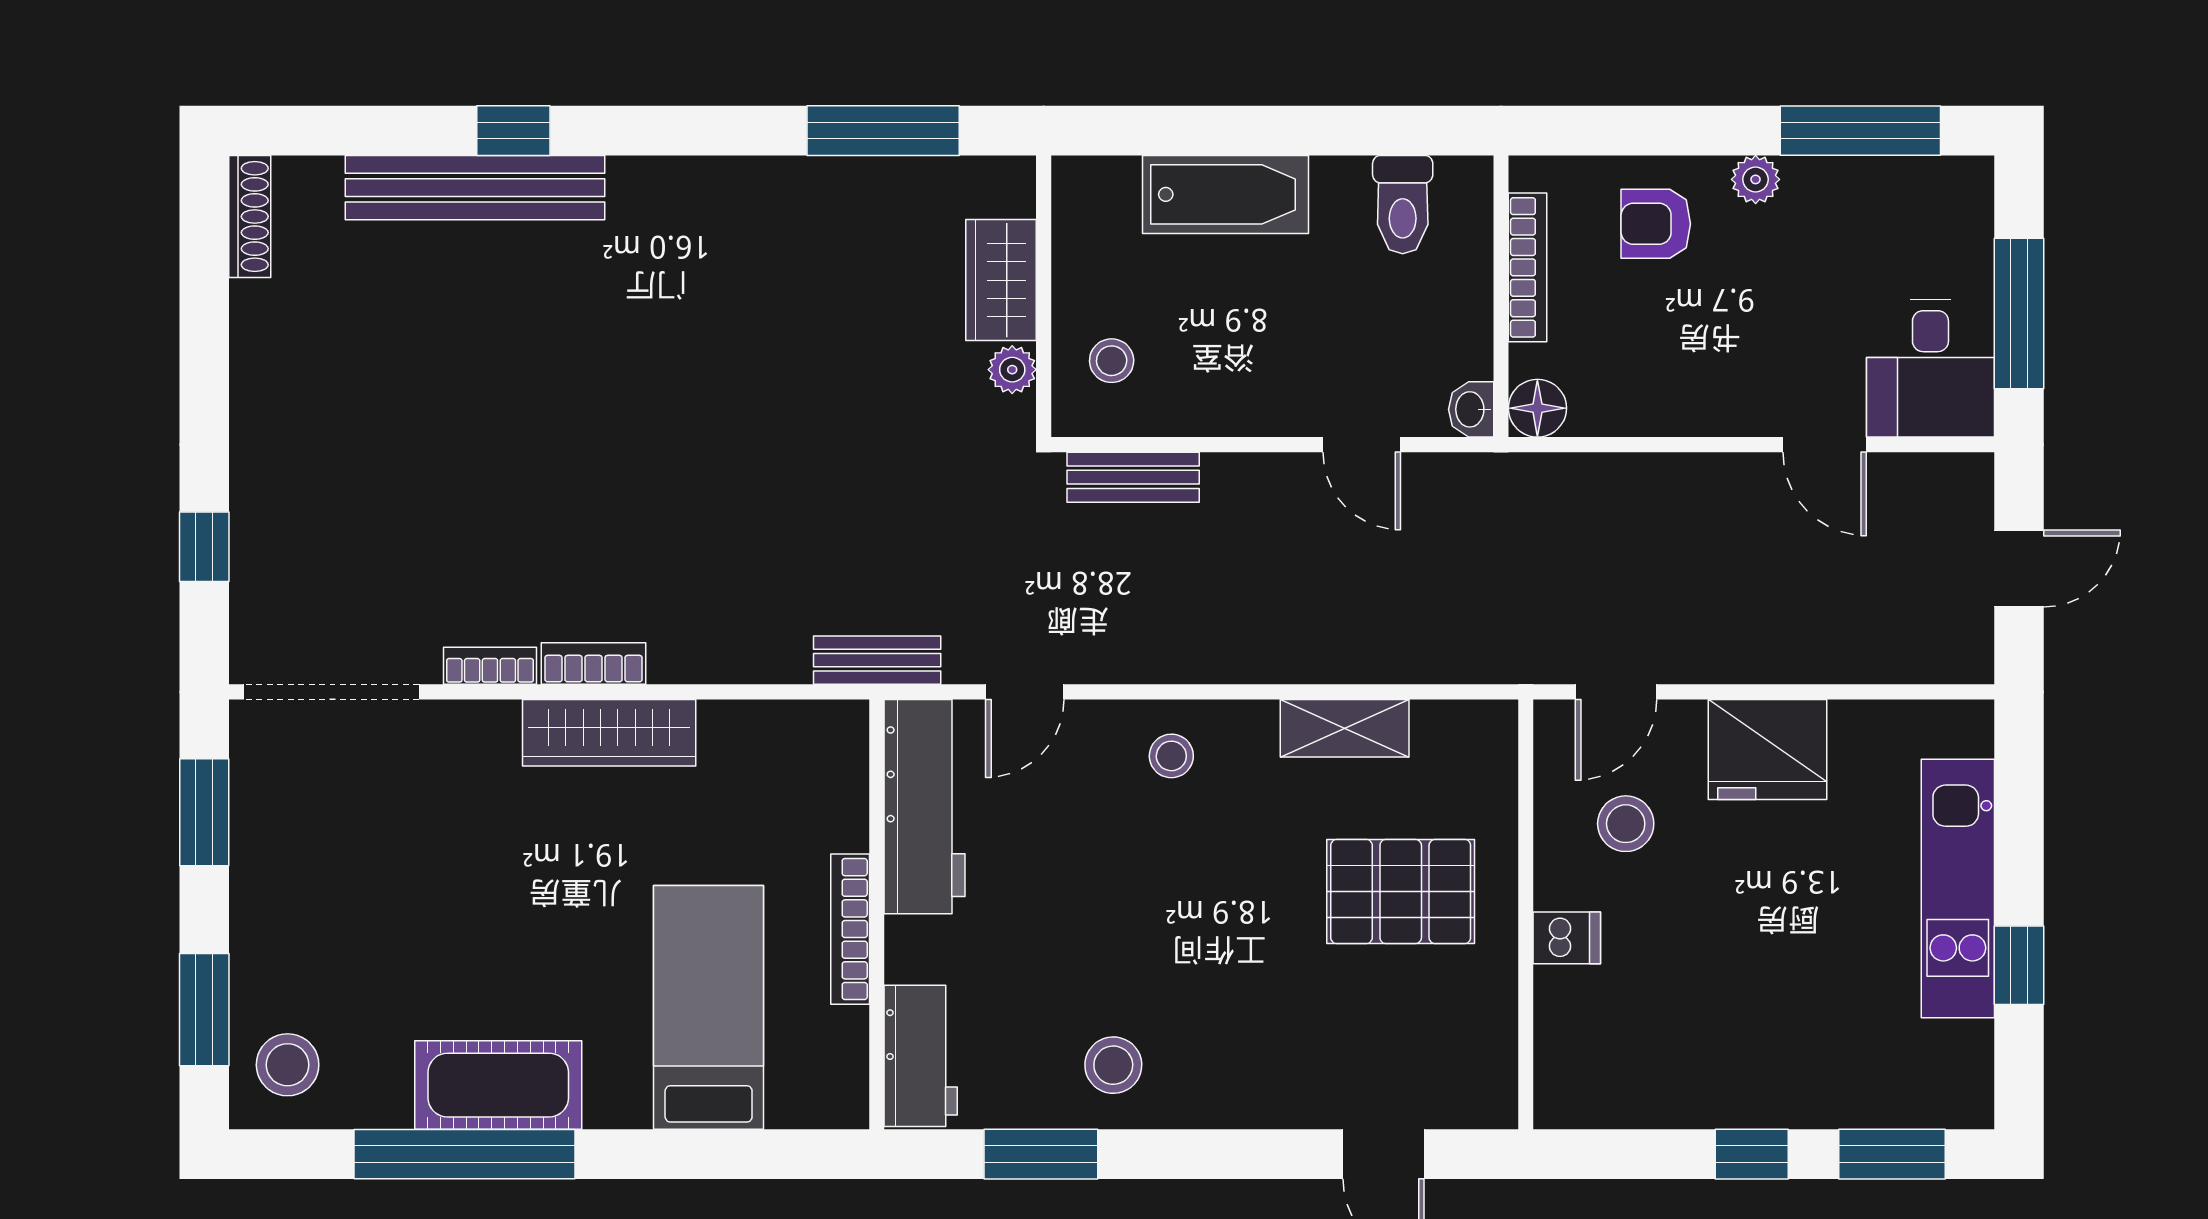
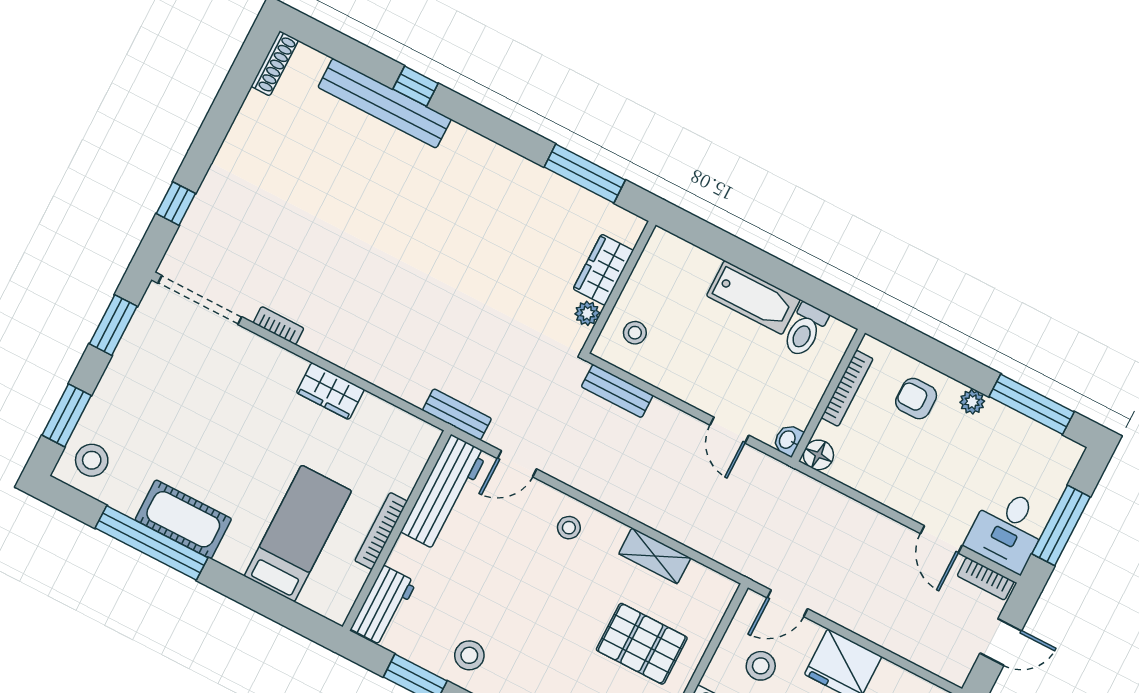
bathtub: (1225, 194) -> (753, 298), moved
bookcase: (594, 664) -> (986, 579), moved, turned 180
wardrobe: (609, 733) -> (330, 391), width x0.67

